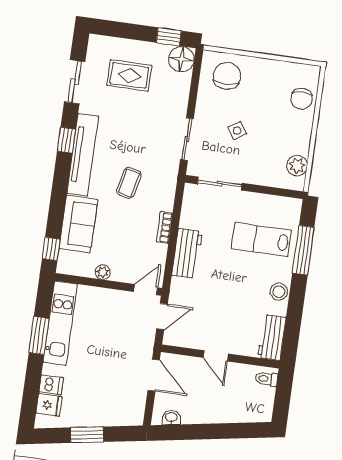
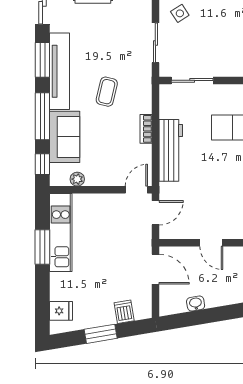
side table: (237, 131) -> (180, 13), moved
window: (66, 140) -> (42, 60), width x1.50
window: (58, 199) -> (42, 116), added
workbench: (187, 254) -> (171, 150), width x1.37
plant: (103, 272) -> (77, 179), moved
dishwasher: (51, 385) -> (124, 312), moved, turned -100
washbasin: (171, 417) -> (196, 303), moved

